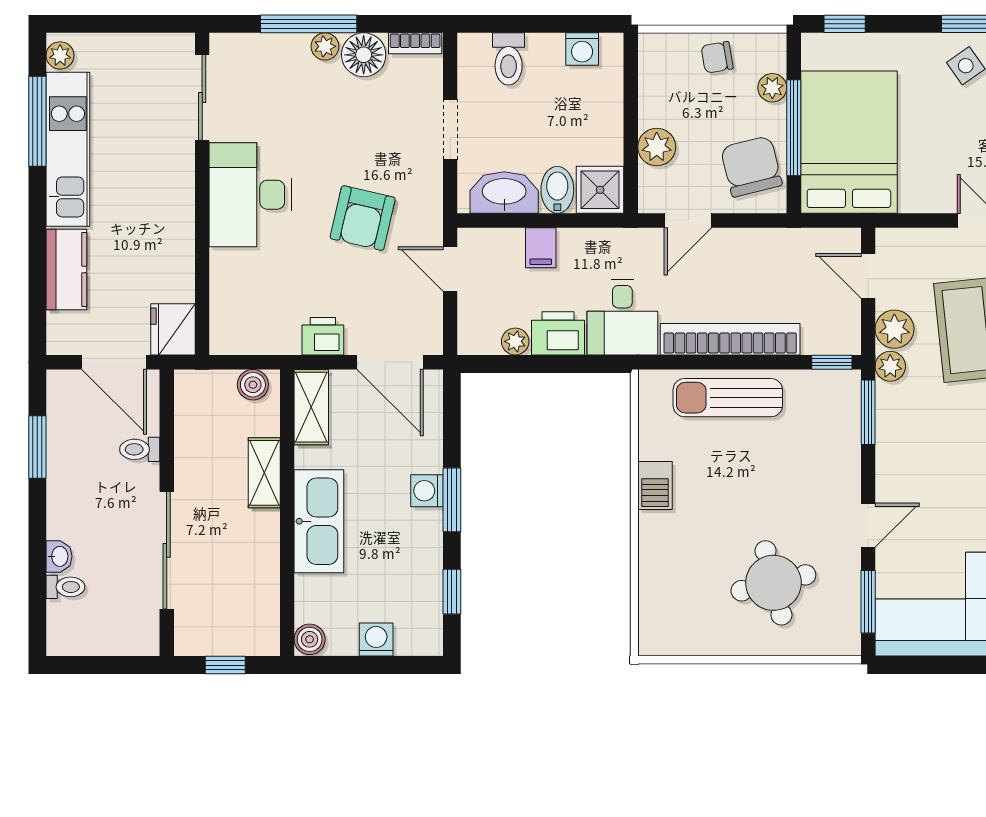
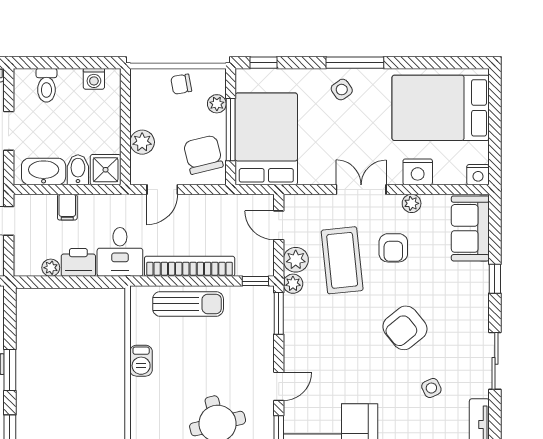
sun lounger: (728, 398) -> (188, 304), turned 180

